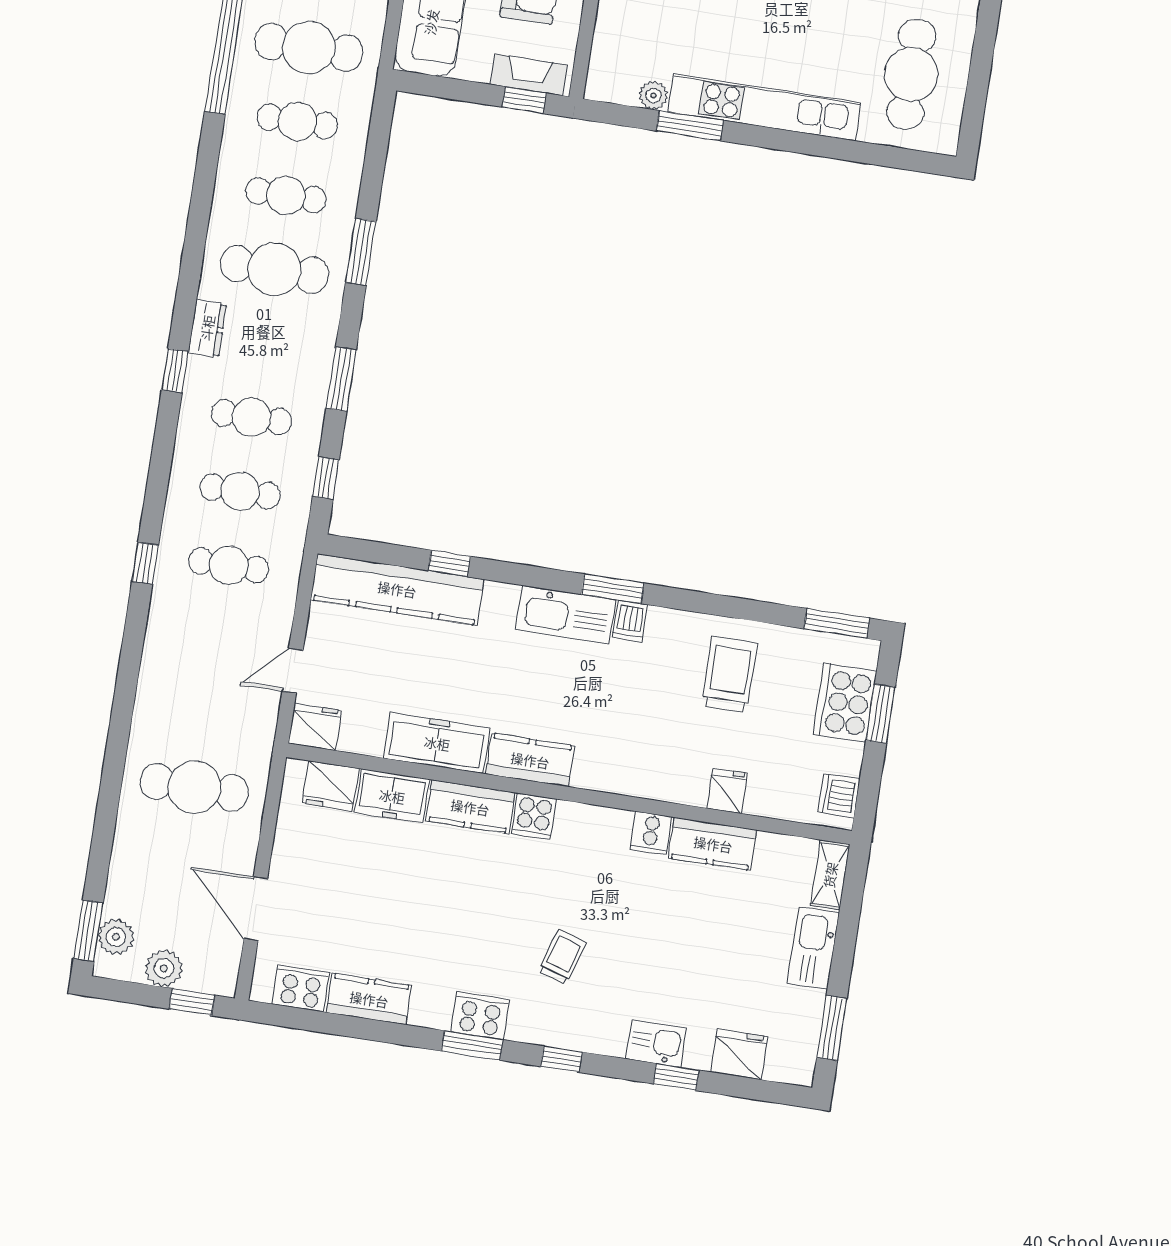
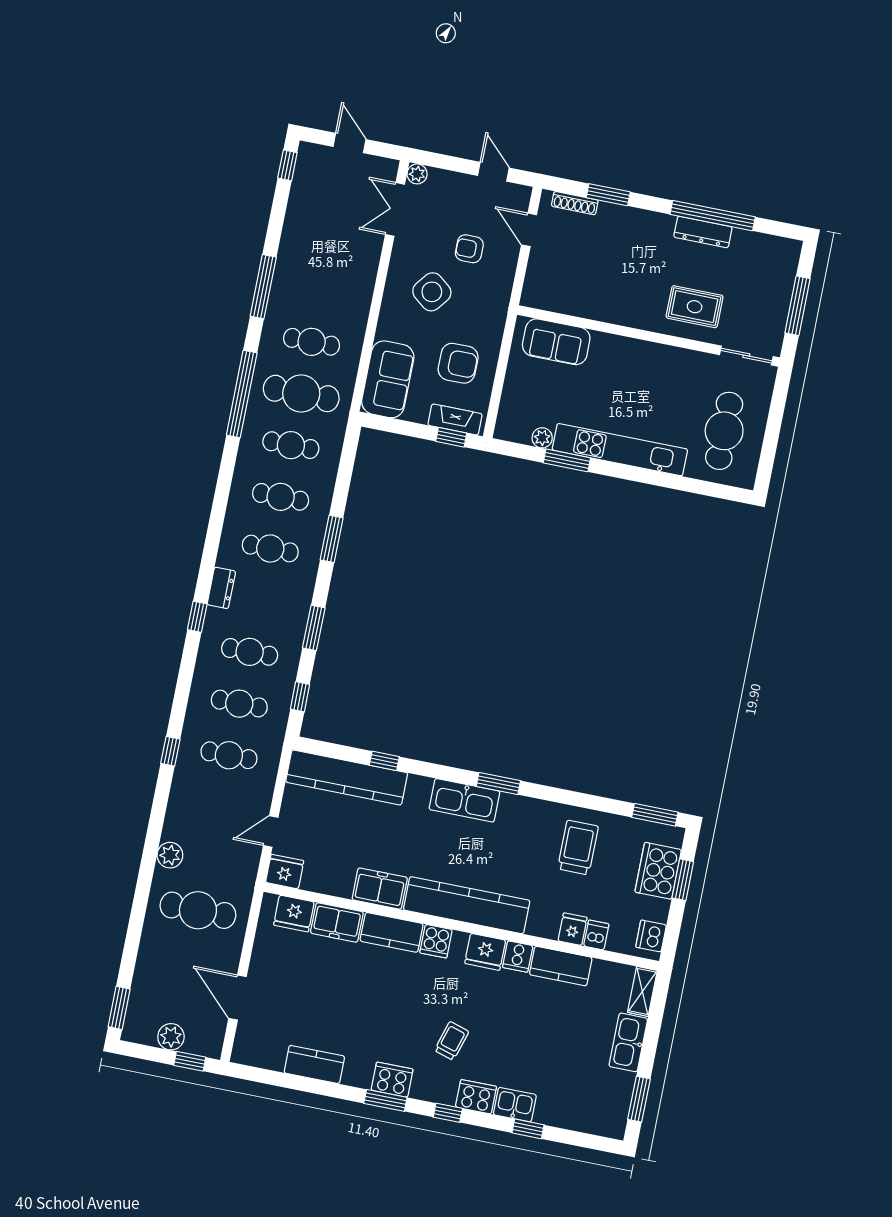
cafe table: (274, 269) -> (270, 549), width x0.73, depth x0.74
dishwasher: (630, 621) -> (596, 935), moved, turned 180
freezer: (437, 743) -> (380, 889), width x0.71
kitchen counter: (530, 760) -> (467, 905), width x2.08, depth x1.17
plant: (116, 937) -> (170, 855), moved
cooker: (301, 988) -> (476, 1097), moved
fridge: (739, 1054) -> (485, 952), moved, turned 180

